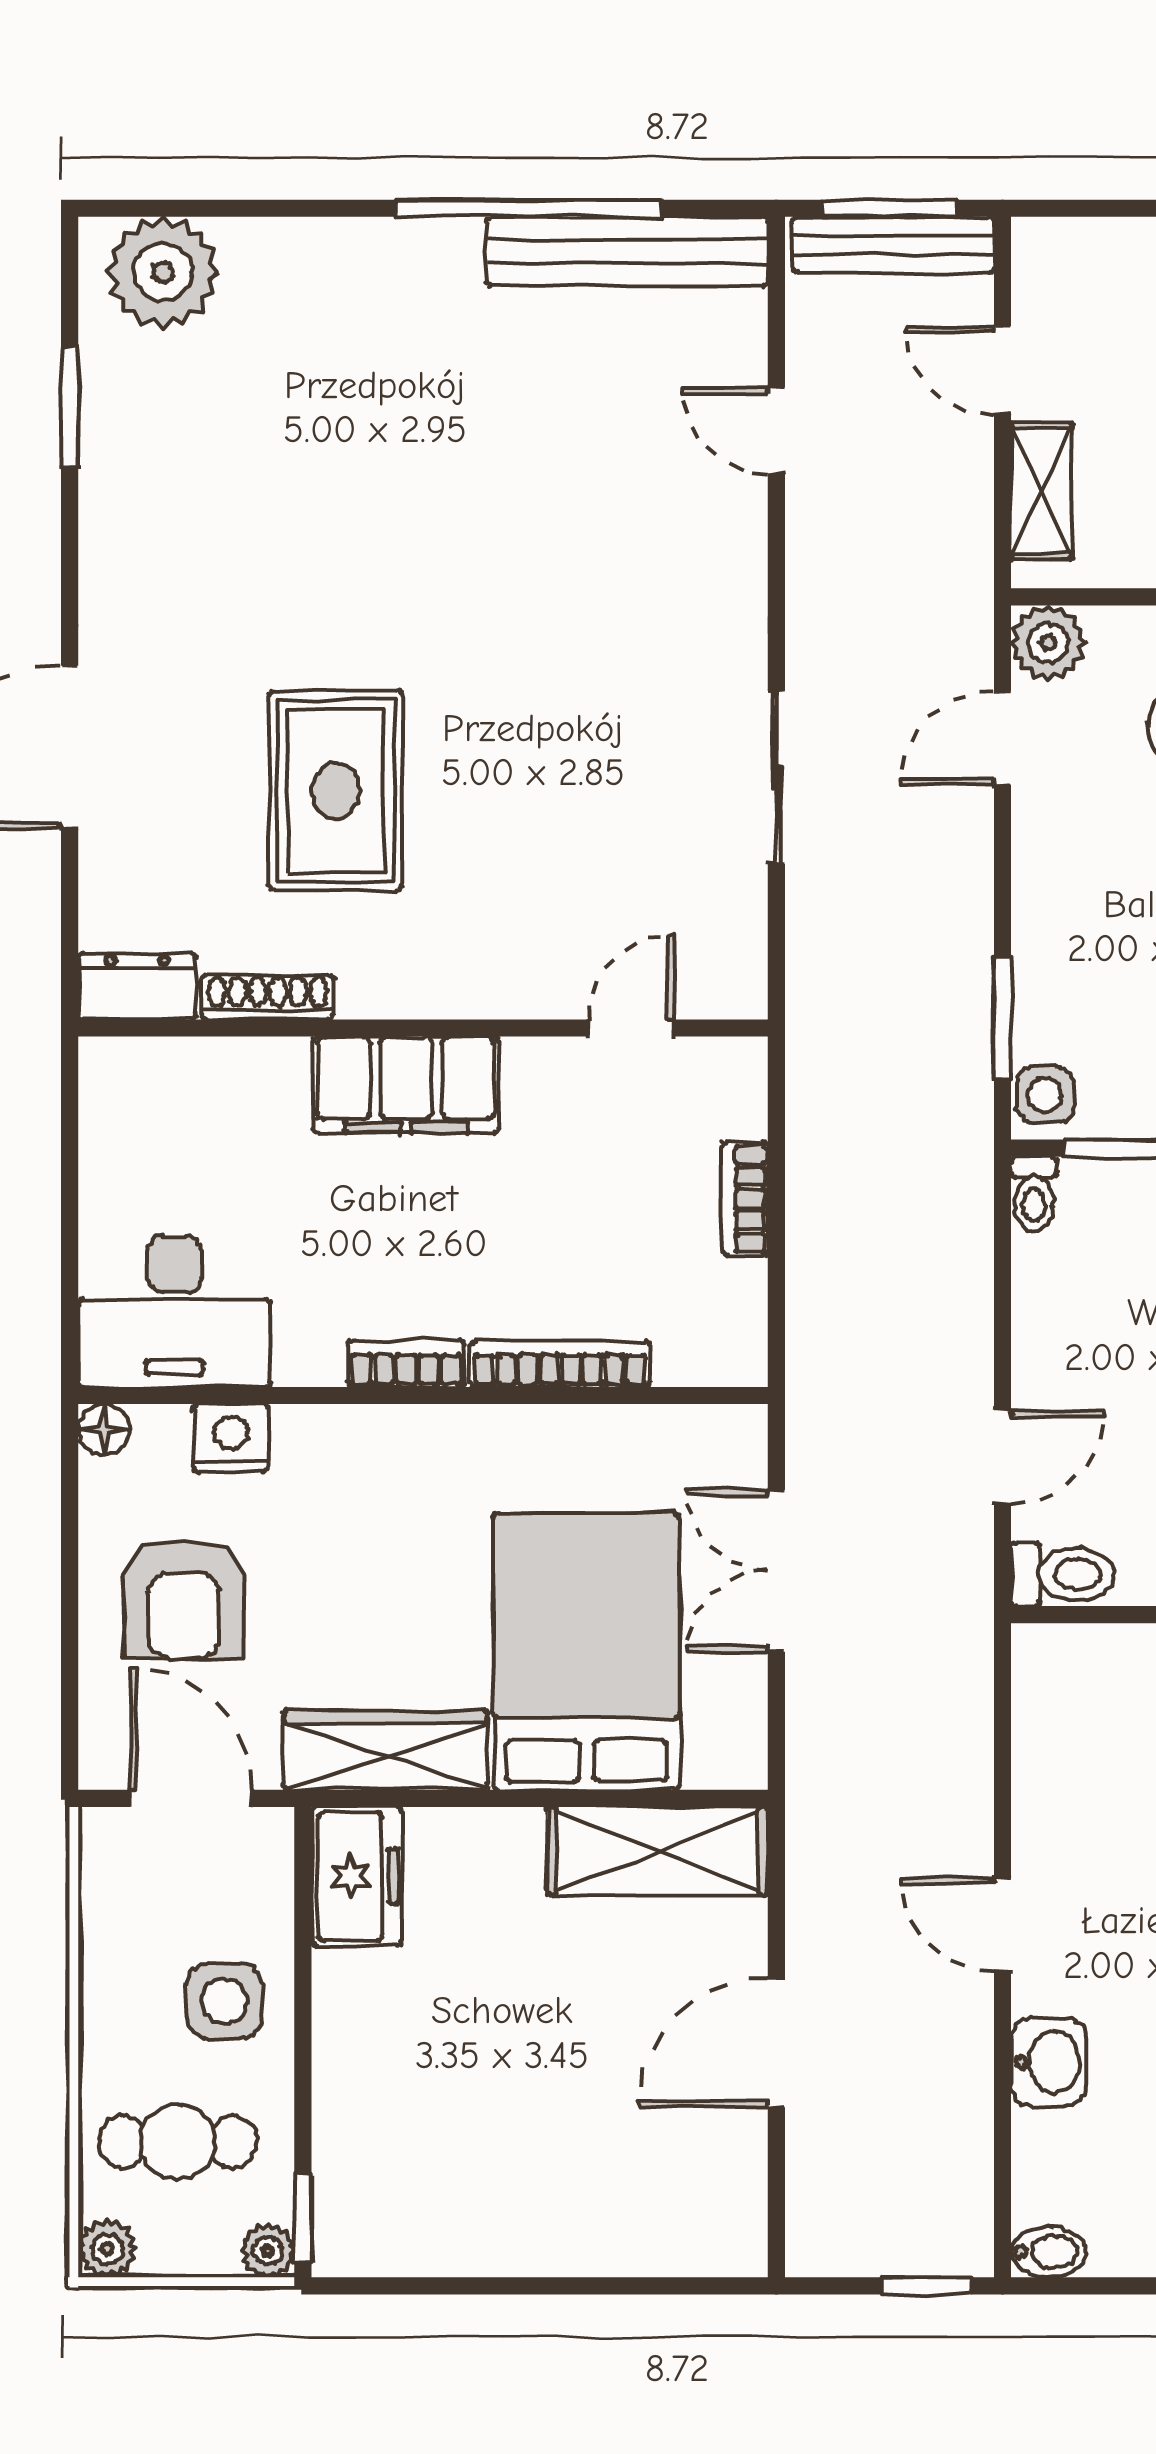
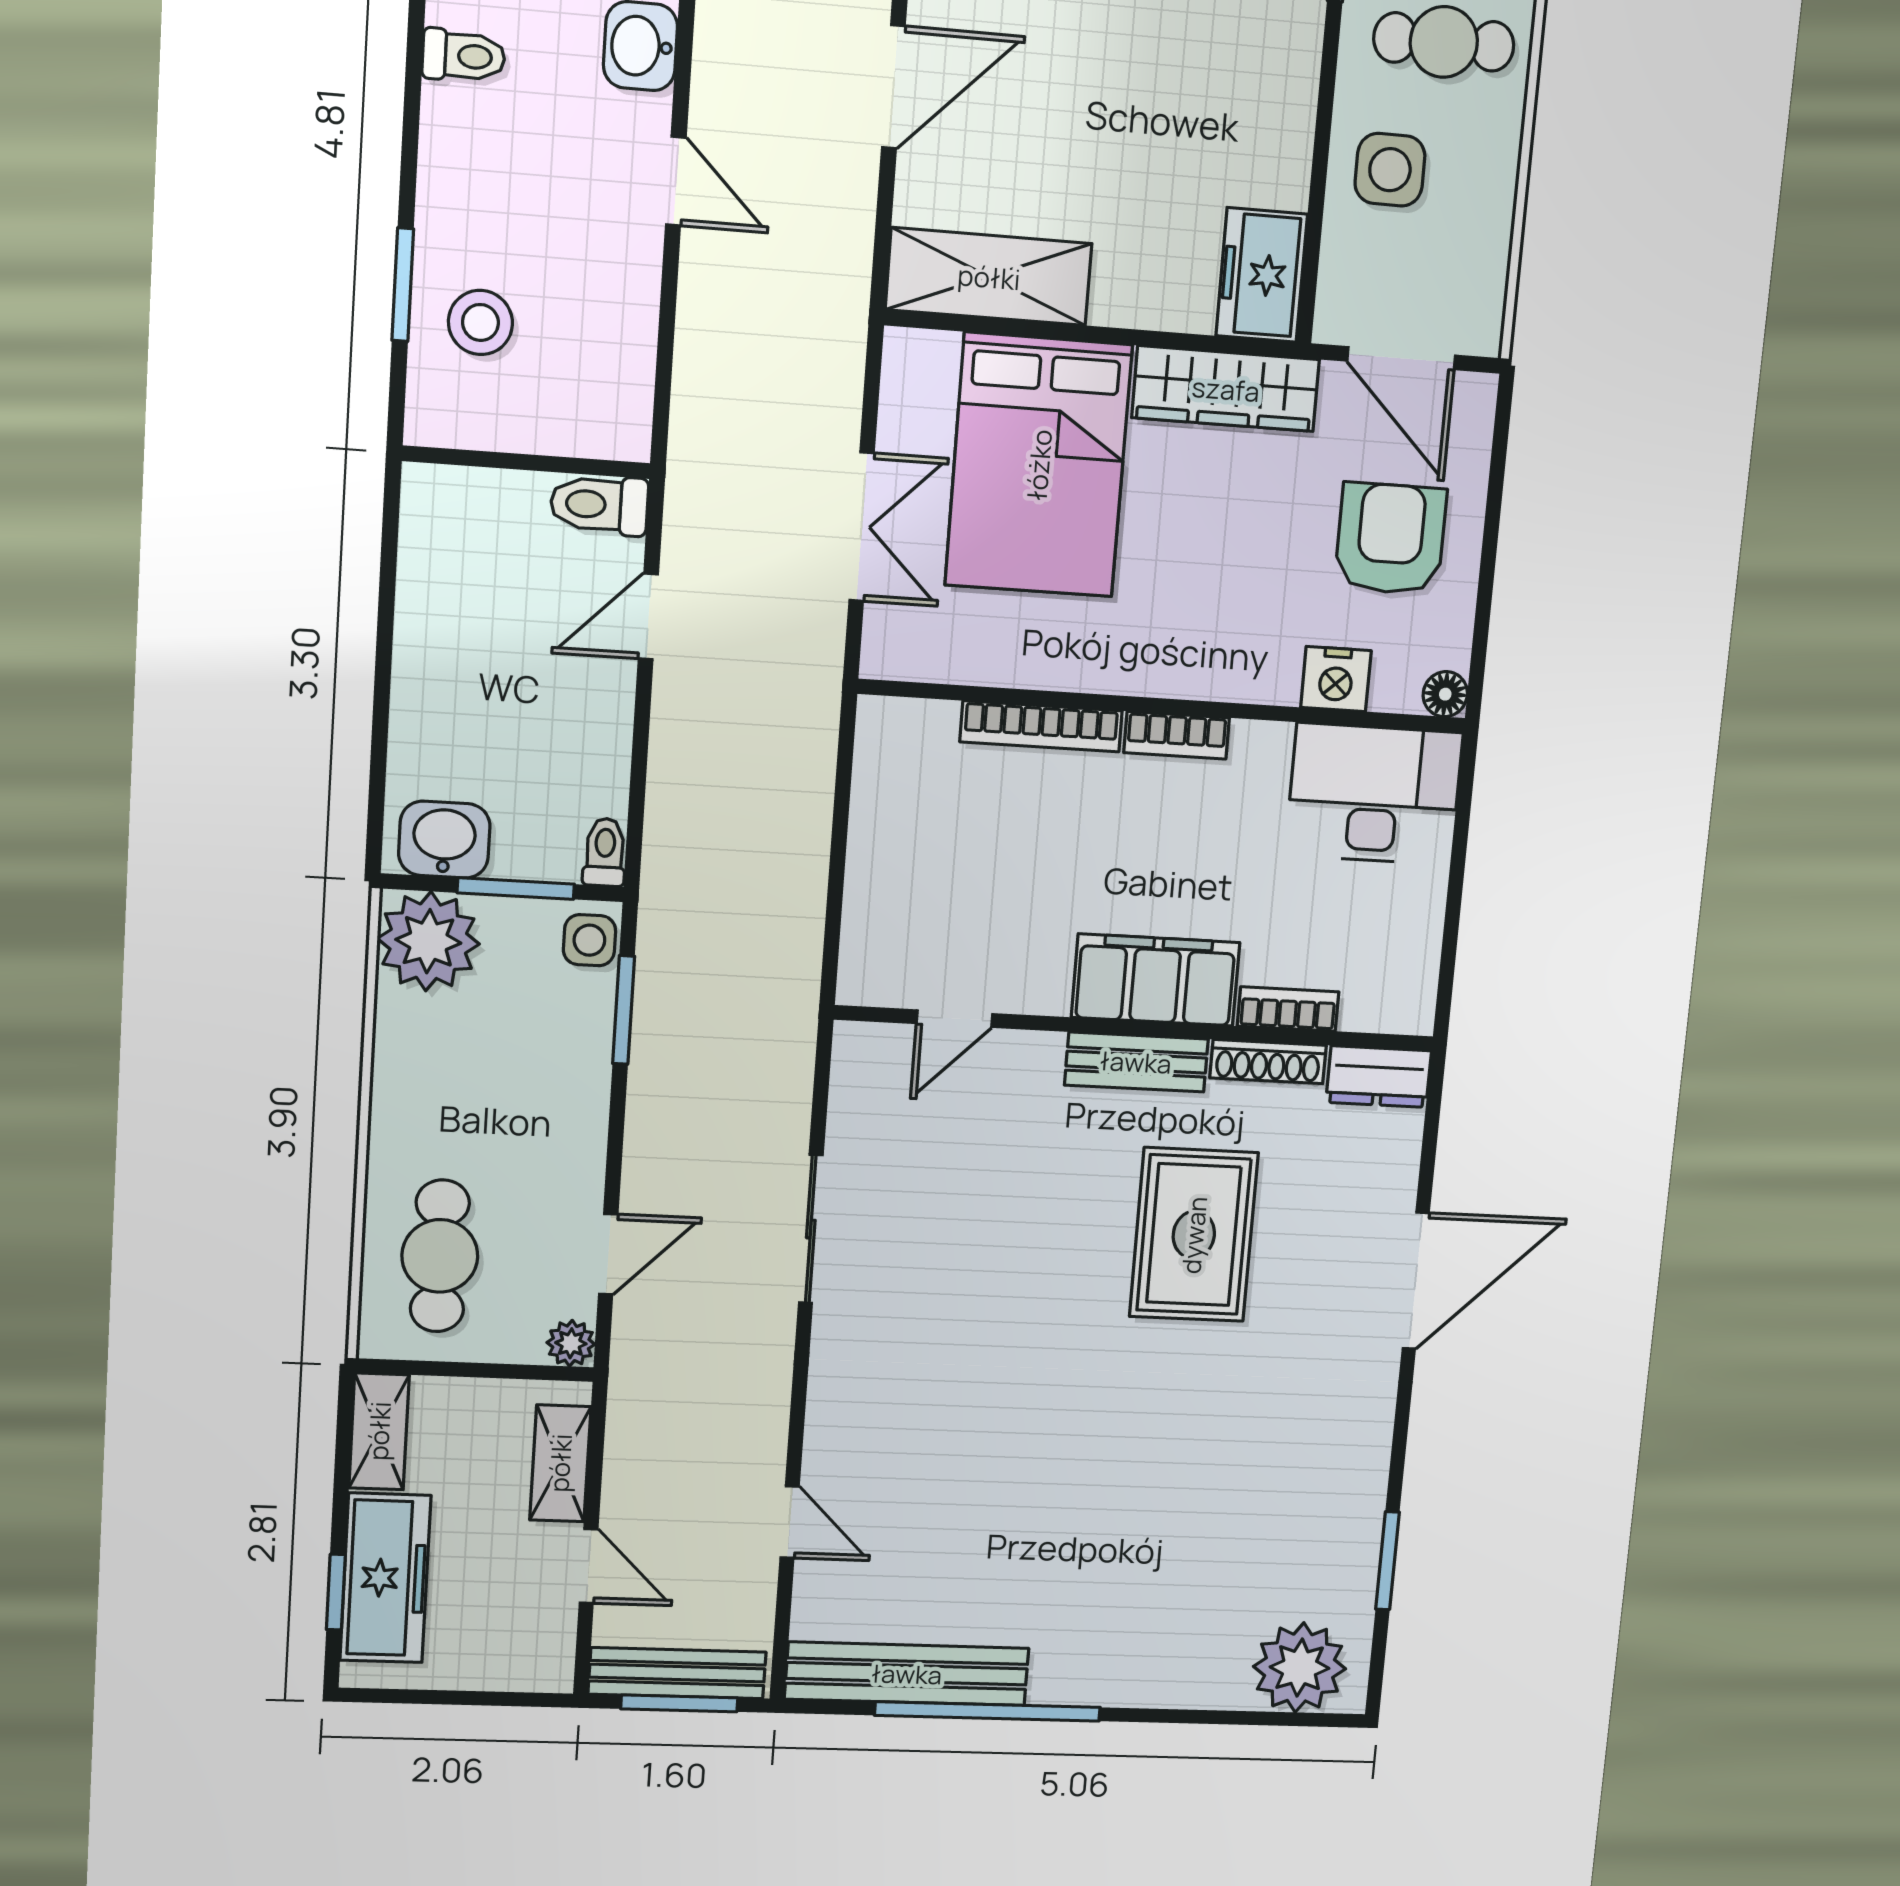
plant: (1048, 643) -> (571, 1343), width x0.73, depth x0.73
bench: (420, 989) -> (1136, 1062), added
bookcase: (745, 1199) -> (1288, 1009), moved, turned -90

